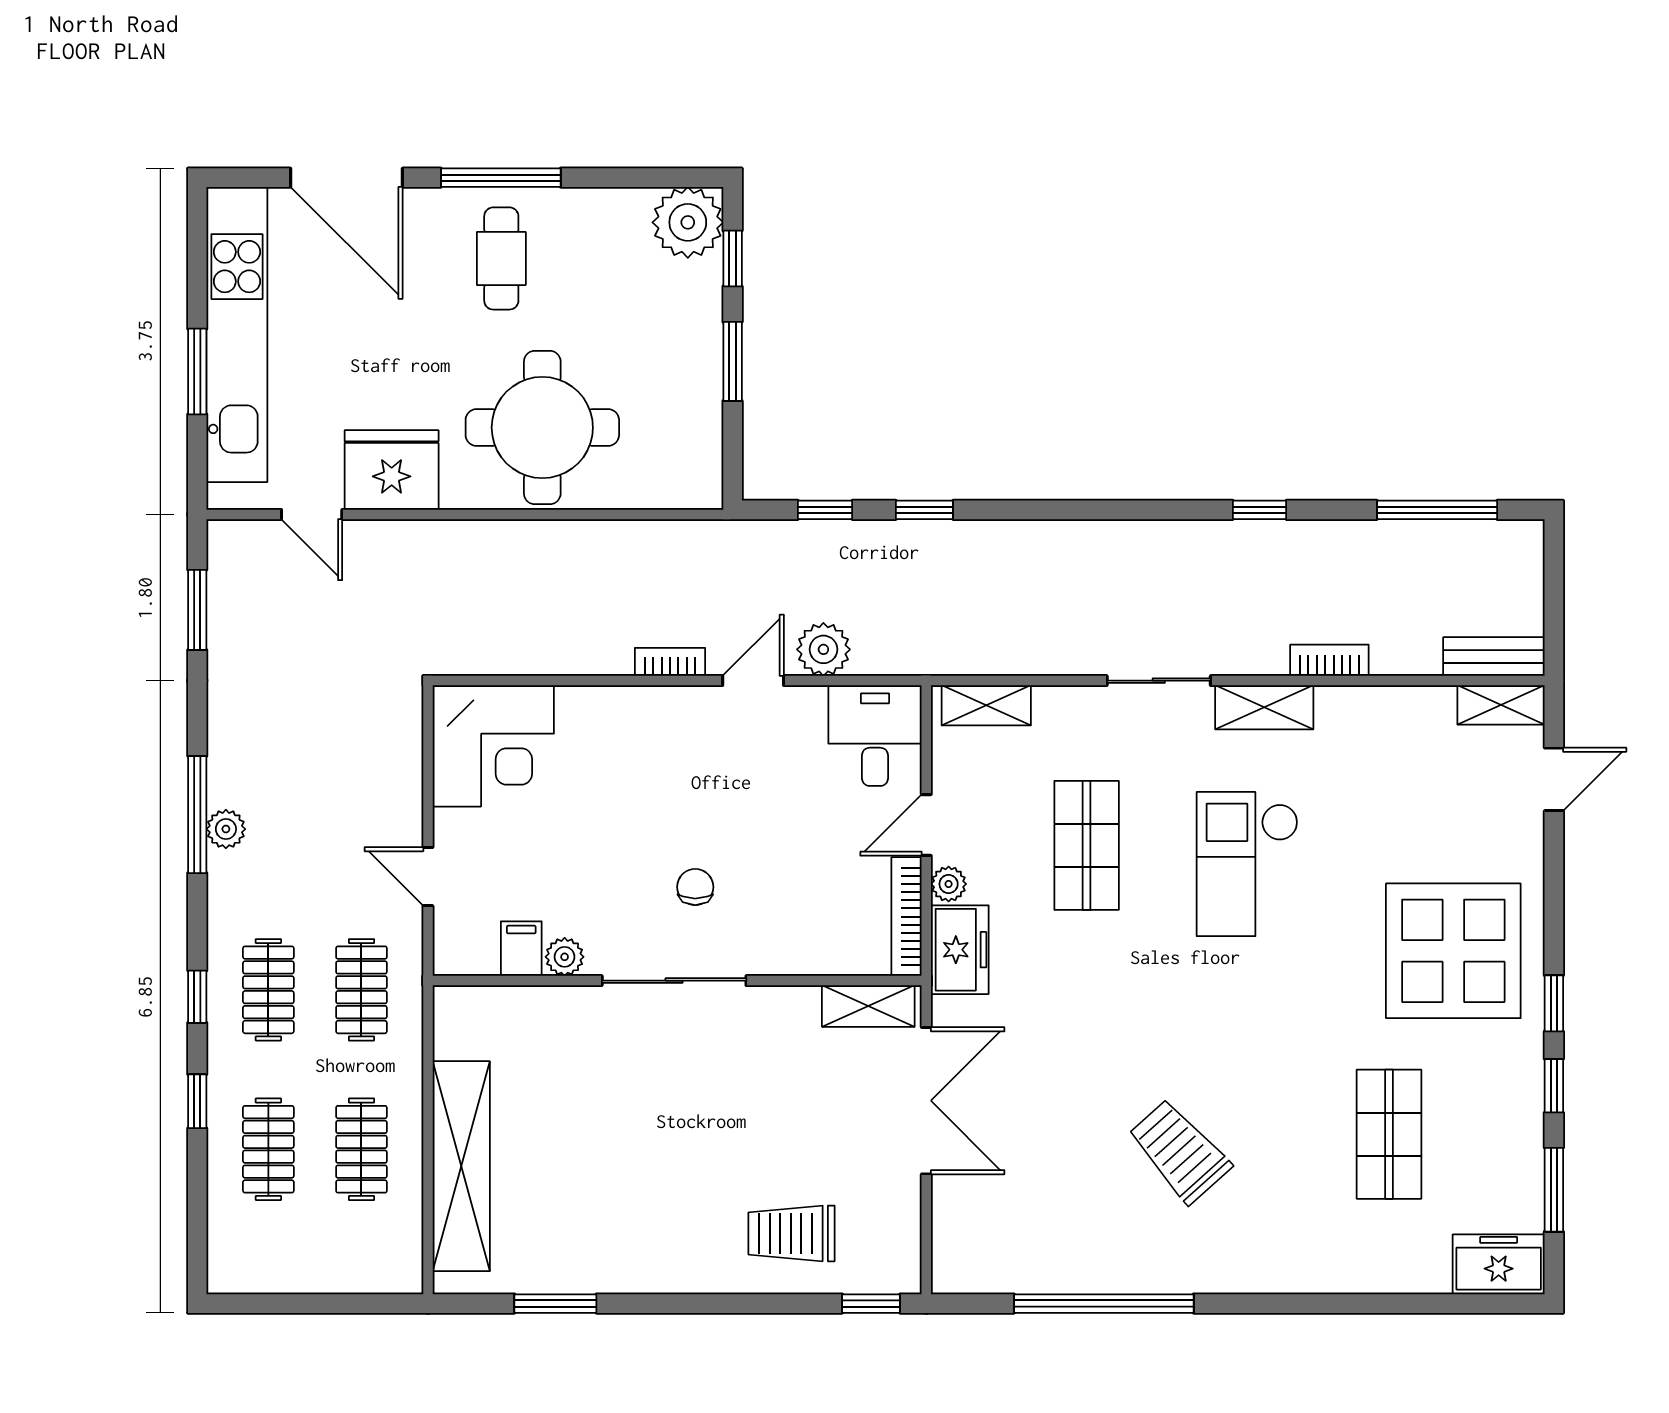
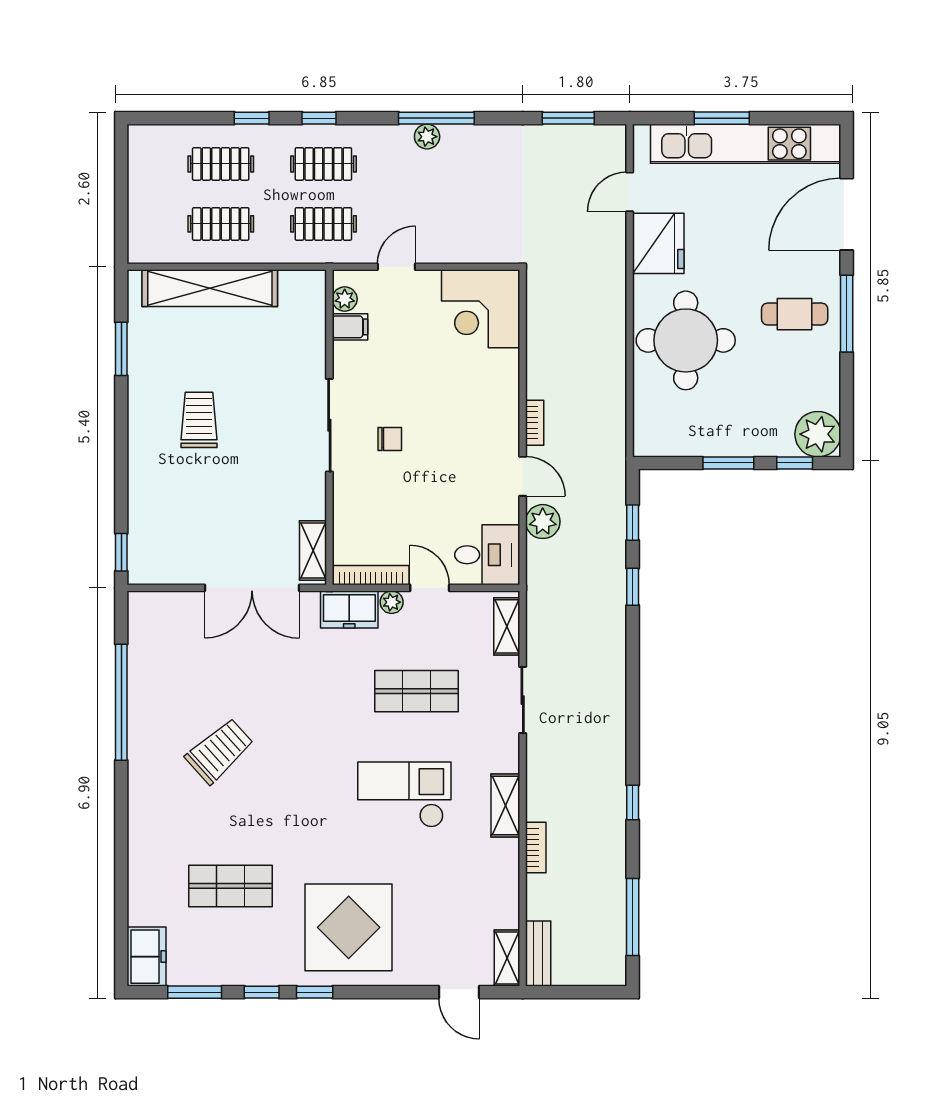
sliding door: (1159, 681) -> (523, 700), moved
plant: (565, 957) -> (345, 299), moved
trolley: (792, 1233) -> (199, 420), moved

